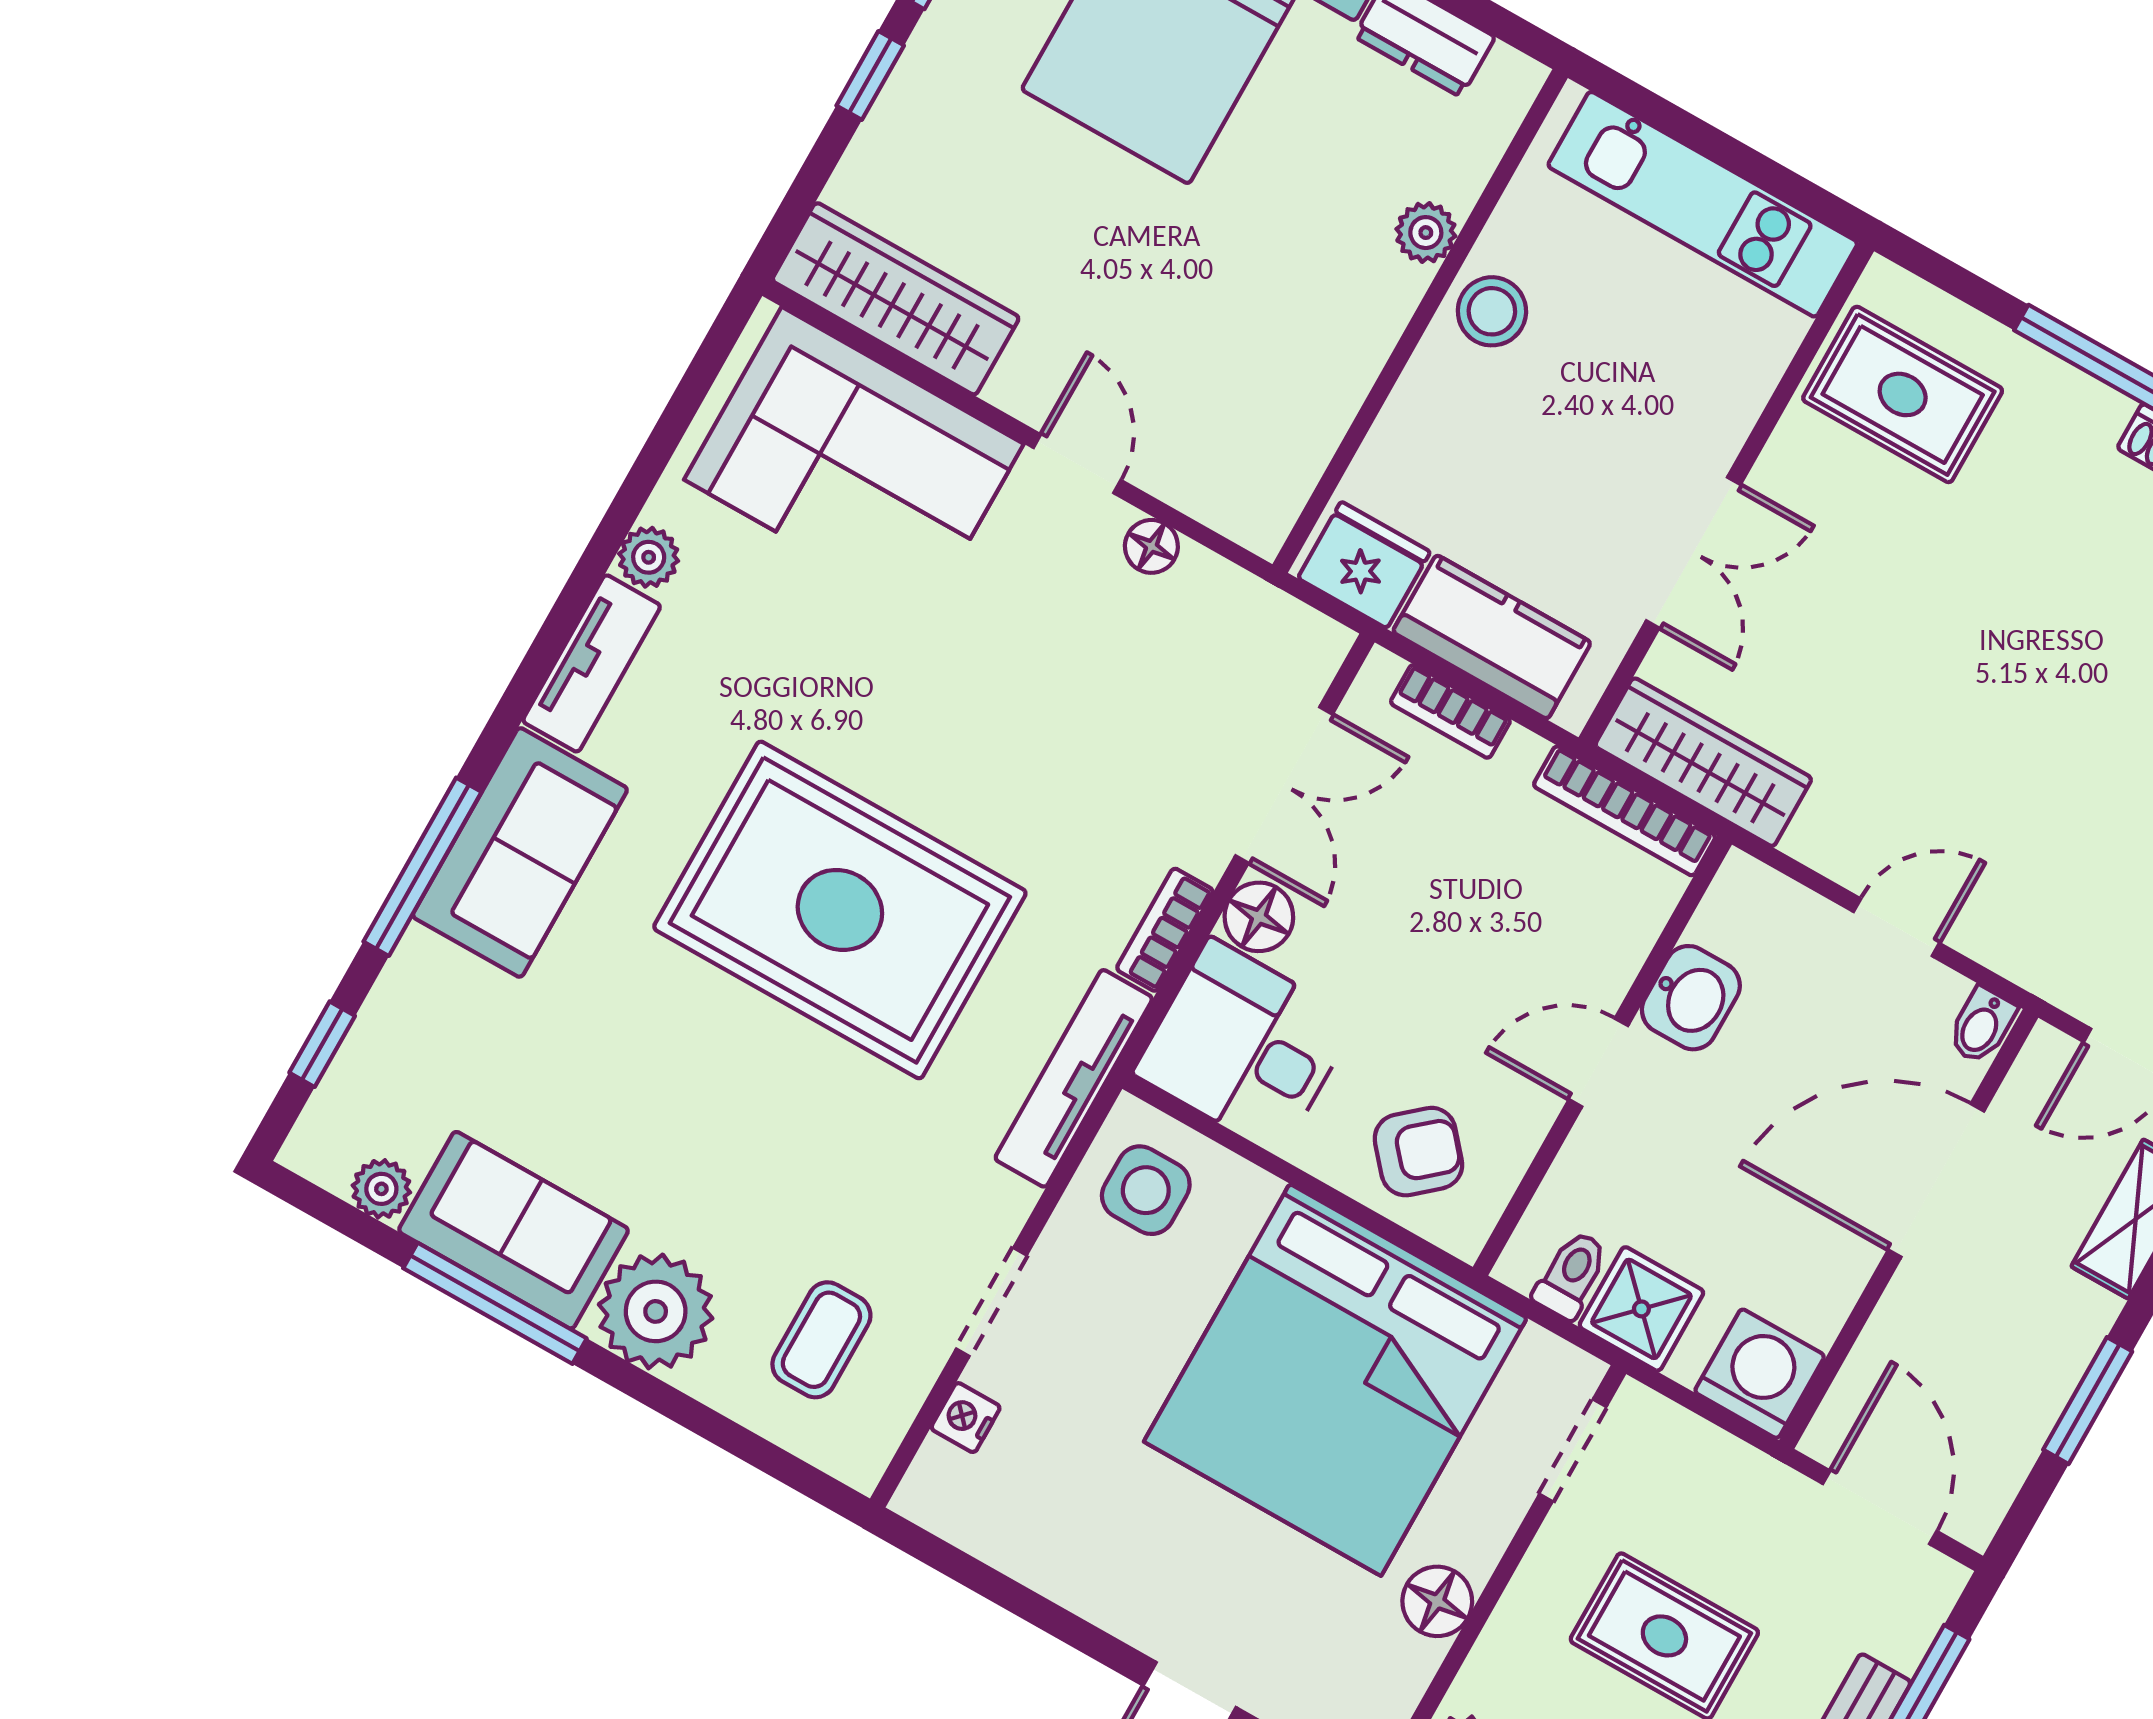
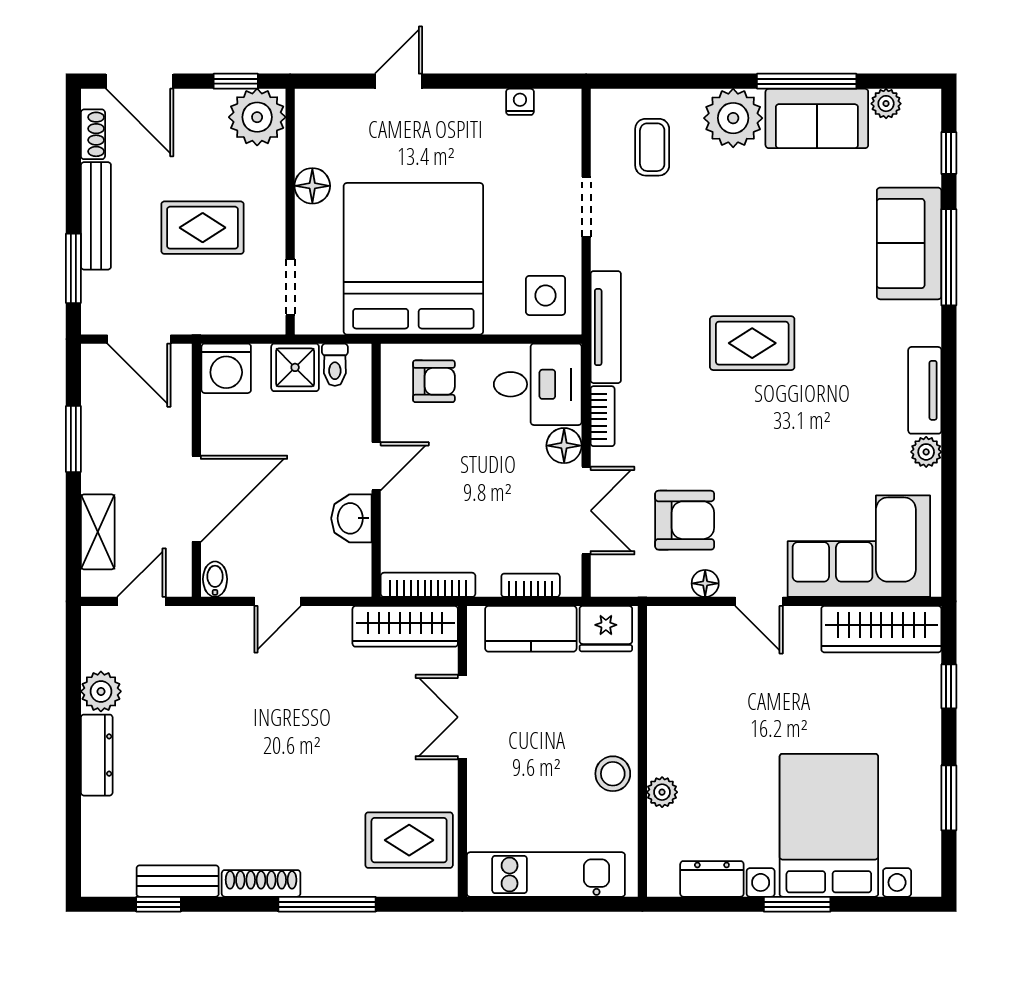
window: (870, 75) -> (949, 686), moved
armchair: (1125, 674) -> (685, 520), added
double door: (1284, 785) -> (586, 511), swing flipped
sofa: (520, 852) -> (909, 243), moved
rug: (840, 910) -> (752, 343), width x0.54, depth x0.49
armchair: (1418, 1152) -> (434, 381), turned -139
nightstand: (966, 1418) -> (520, 102), moved, turned -90

